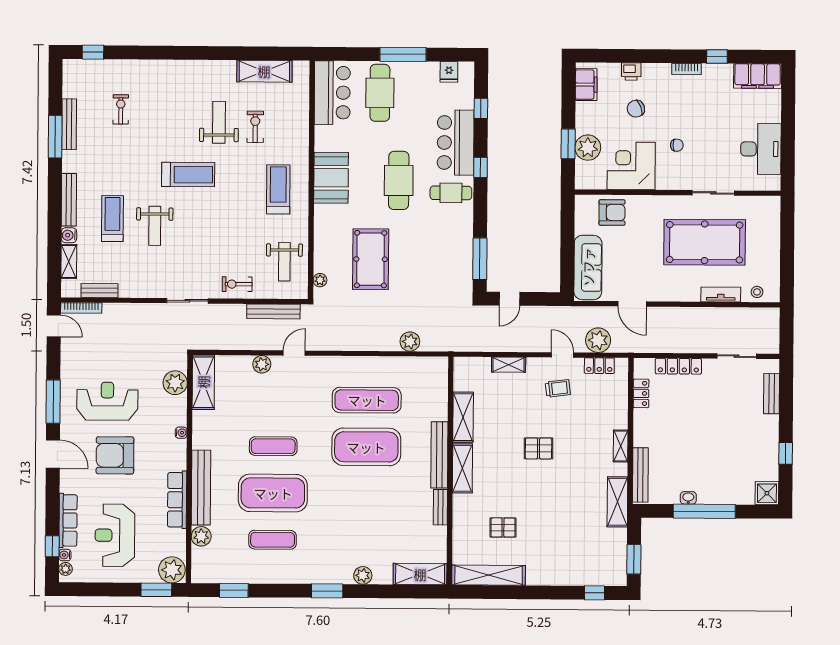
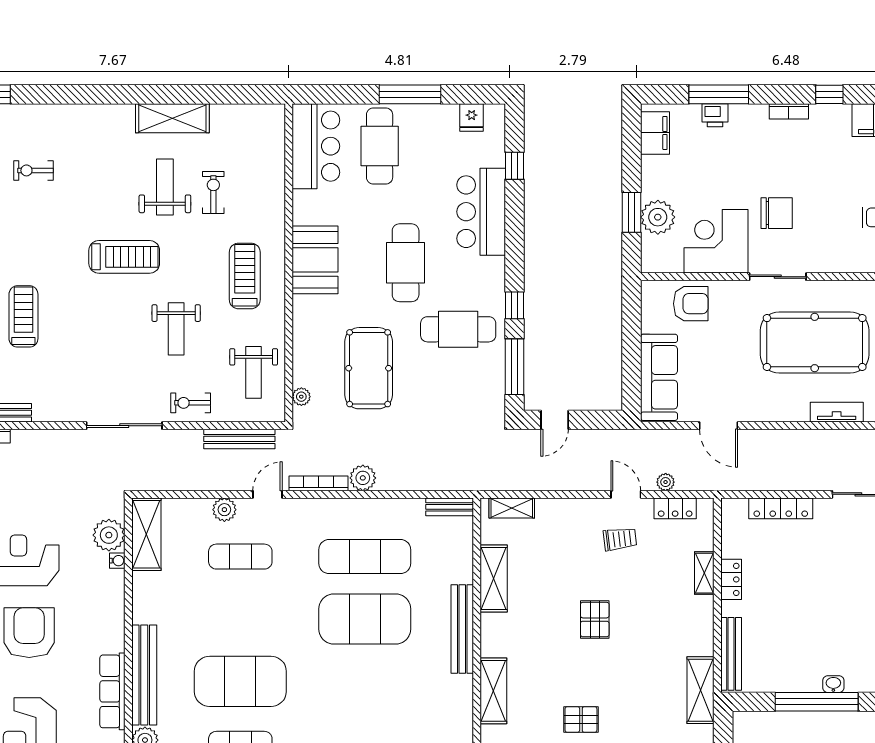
window: (634, 56) -> (719, 94), added
shelving: (264, 71) -> (172, 118), moved
exercise bike: (121, 109) -> (34, 170), turned -90
chair: (636, 109) -> (722, 165), removed
chair: (677, 145) -> (777, 213), width x1.87, depth x1.87
window: (480, 167) -> (515, 305), moved
cafe table: (451, 193) -> (458, 329), moved, width x1.37, depth x1.35
sliding door: (713, 193) -> (778, 277), moved
weight bench: (155, 226) -> (176, 329), moved
sliding door: (187, 301) -> (124, 426), width x1.37
plant: (598, 340) -> (666, 482), width x0.53, depth x0.53
plant: (410, 342) -> (363, 478), moved
bookcase: (332, 345) -> (319, 483), added
shelving: (509, 365) -> (512, 508), moved
locker: (641, 393) -> (731, 579), moved
water cooler: (181, 433) -> (117, 561), moved
exercise mat: (273, 446) -> (240, 557), moved
shelving: (621, 446) -> (704, 573), moved
pallet: (539, 448) -> (595, 620), turned 90
armchair: (115, 455) -> (29, 633), turned 90
shelving: (462, 468) -> (493, 691), moved
washbasin: (688, 498) -> (833, 684), moved
bench: (440, 507) -> (450, 507), moved, turned 90
pallet: (503, 527) -> (581, 719), moved

